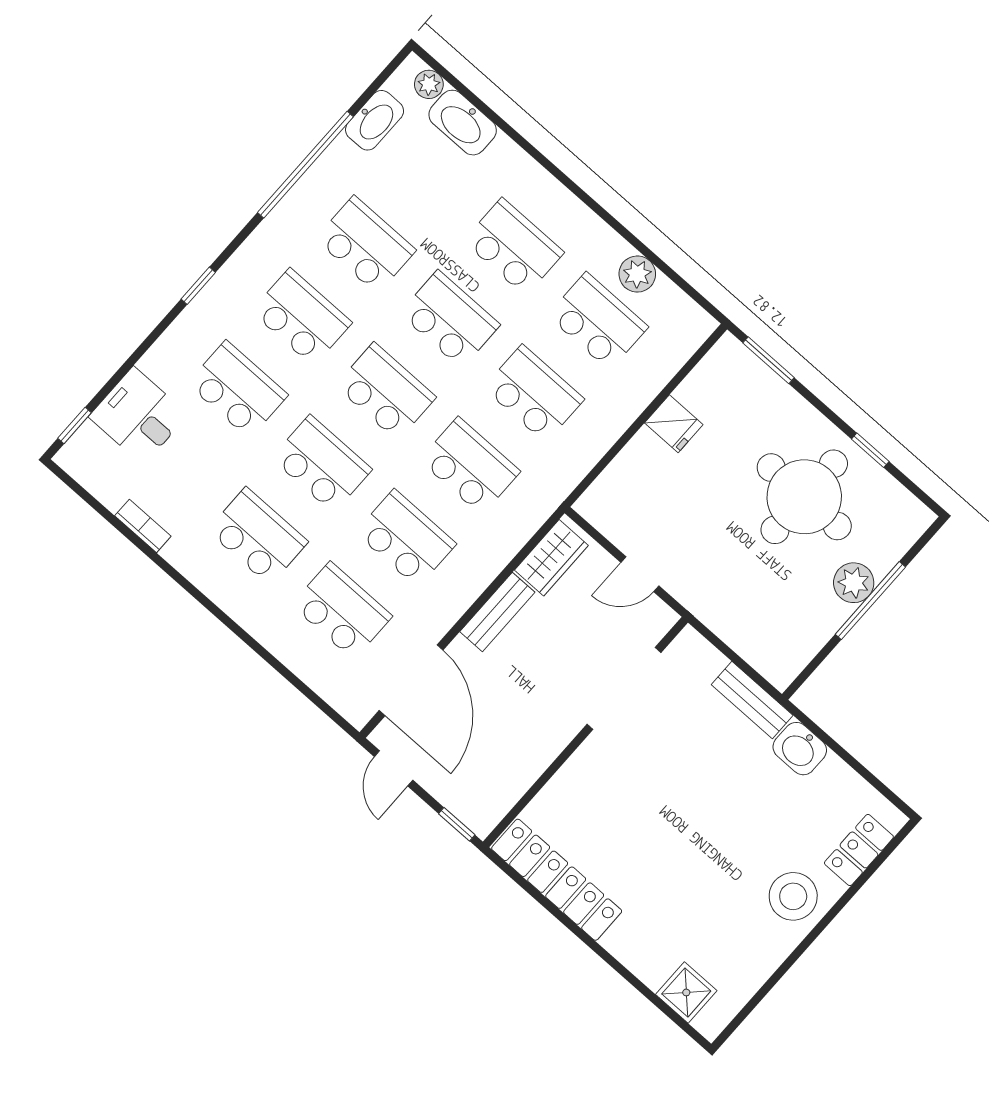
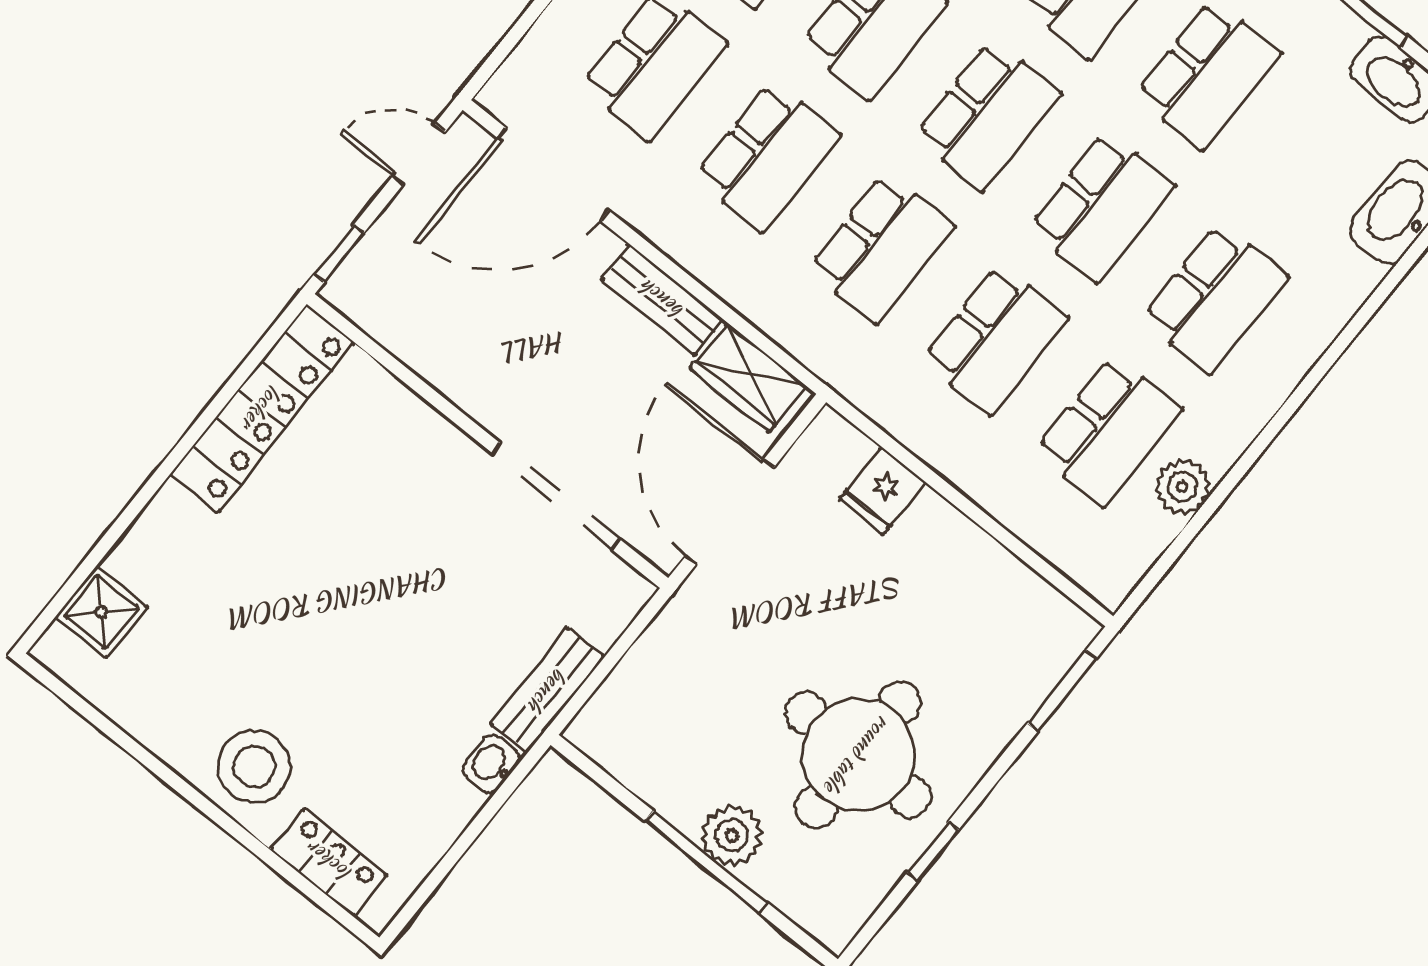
fridge: (674, 424) -> (882, 491), moved
door: (640, 574) -> (730, 512), width x1.88
washbasin: (800, 749) -> (491, 764), width x0.72, depth x0.69

